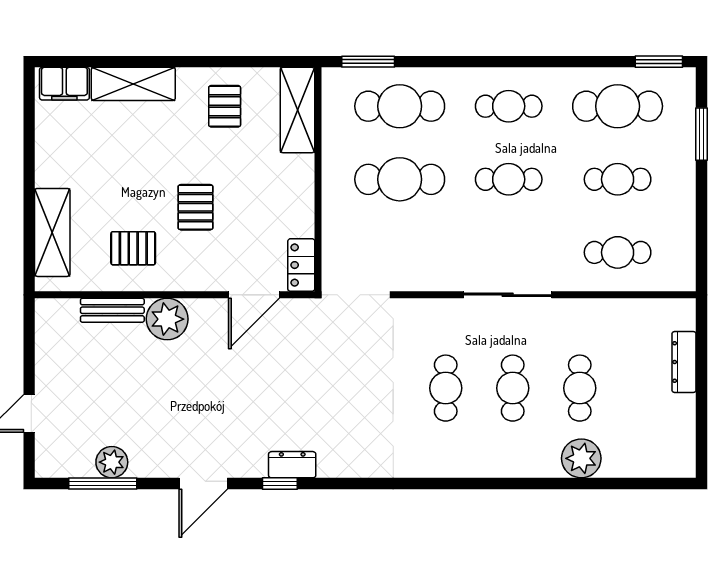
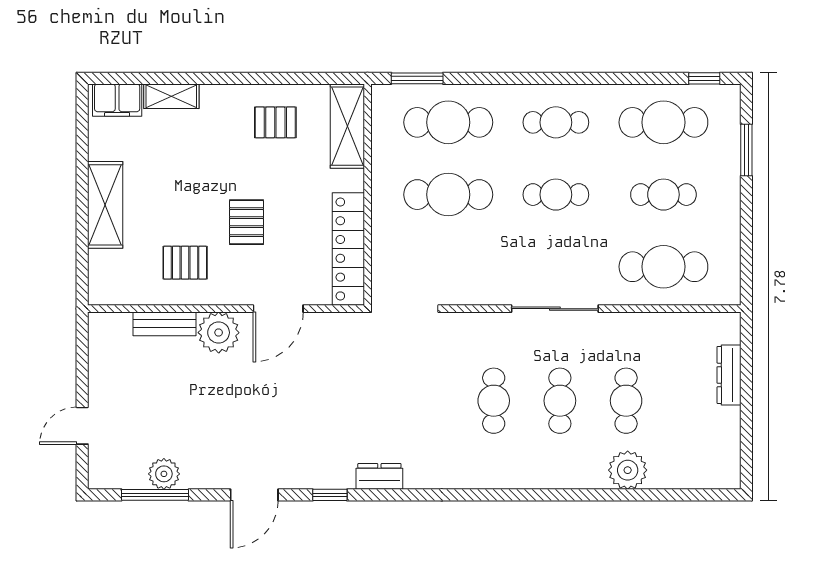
window: (659, 62) -> (704, 78), width x0.67
shelving: (133, 84) -> (171, 96), width x0.67, depth x0.75
pallet: (225, 106) -> (275, 122), turned 90
shelving: (52, 232) -> (105, 205), moved
cafe table: (618, 252) -> (663, 267), width x1.37, depth x1.35
locker: (301, 265) -> (348, 249), width x2.16, depth x1.21
door: (254, 295) -> (278, 309), moved
dresser: (292, 465) -> (379, 476), moved

